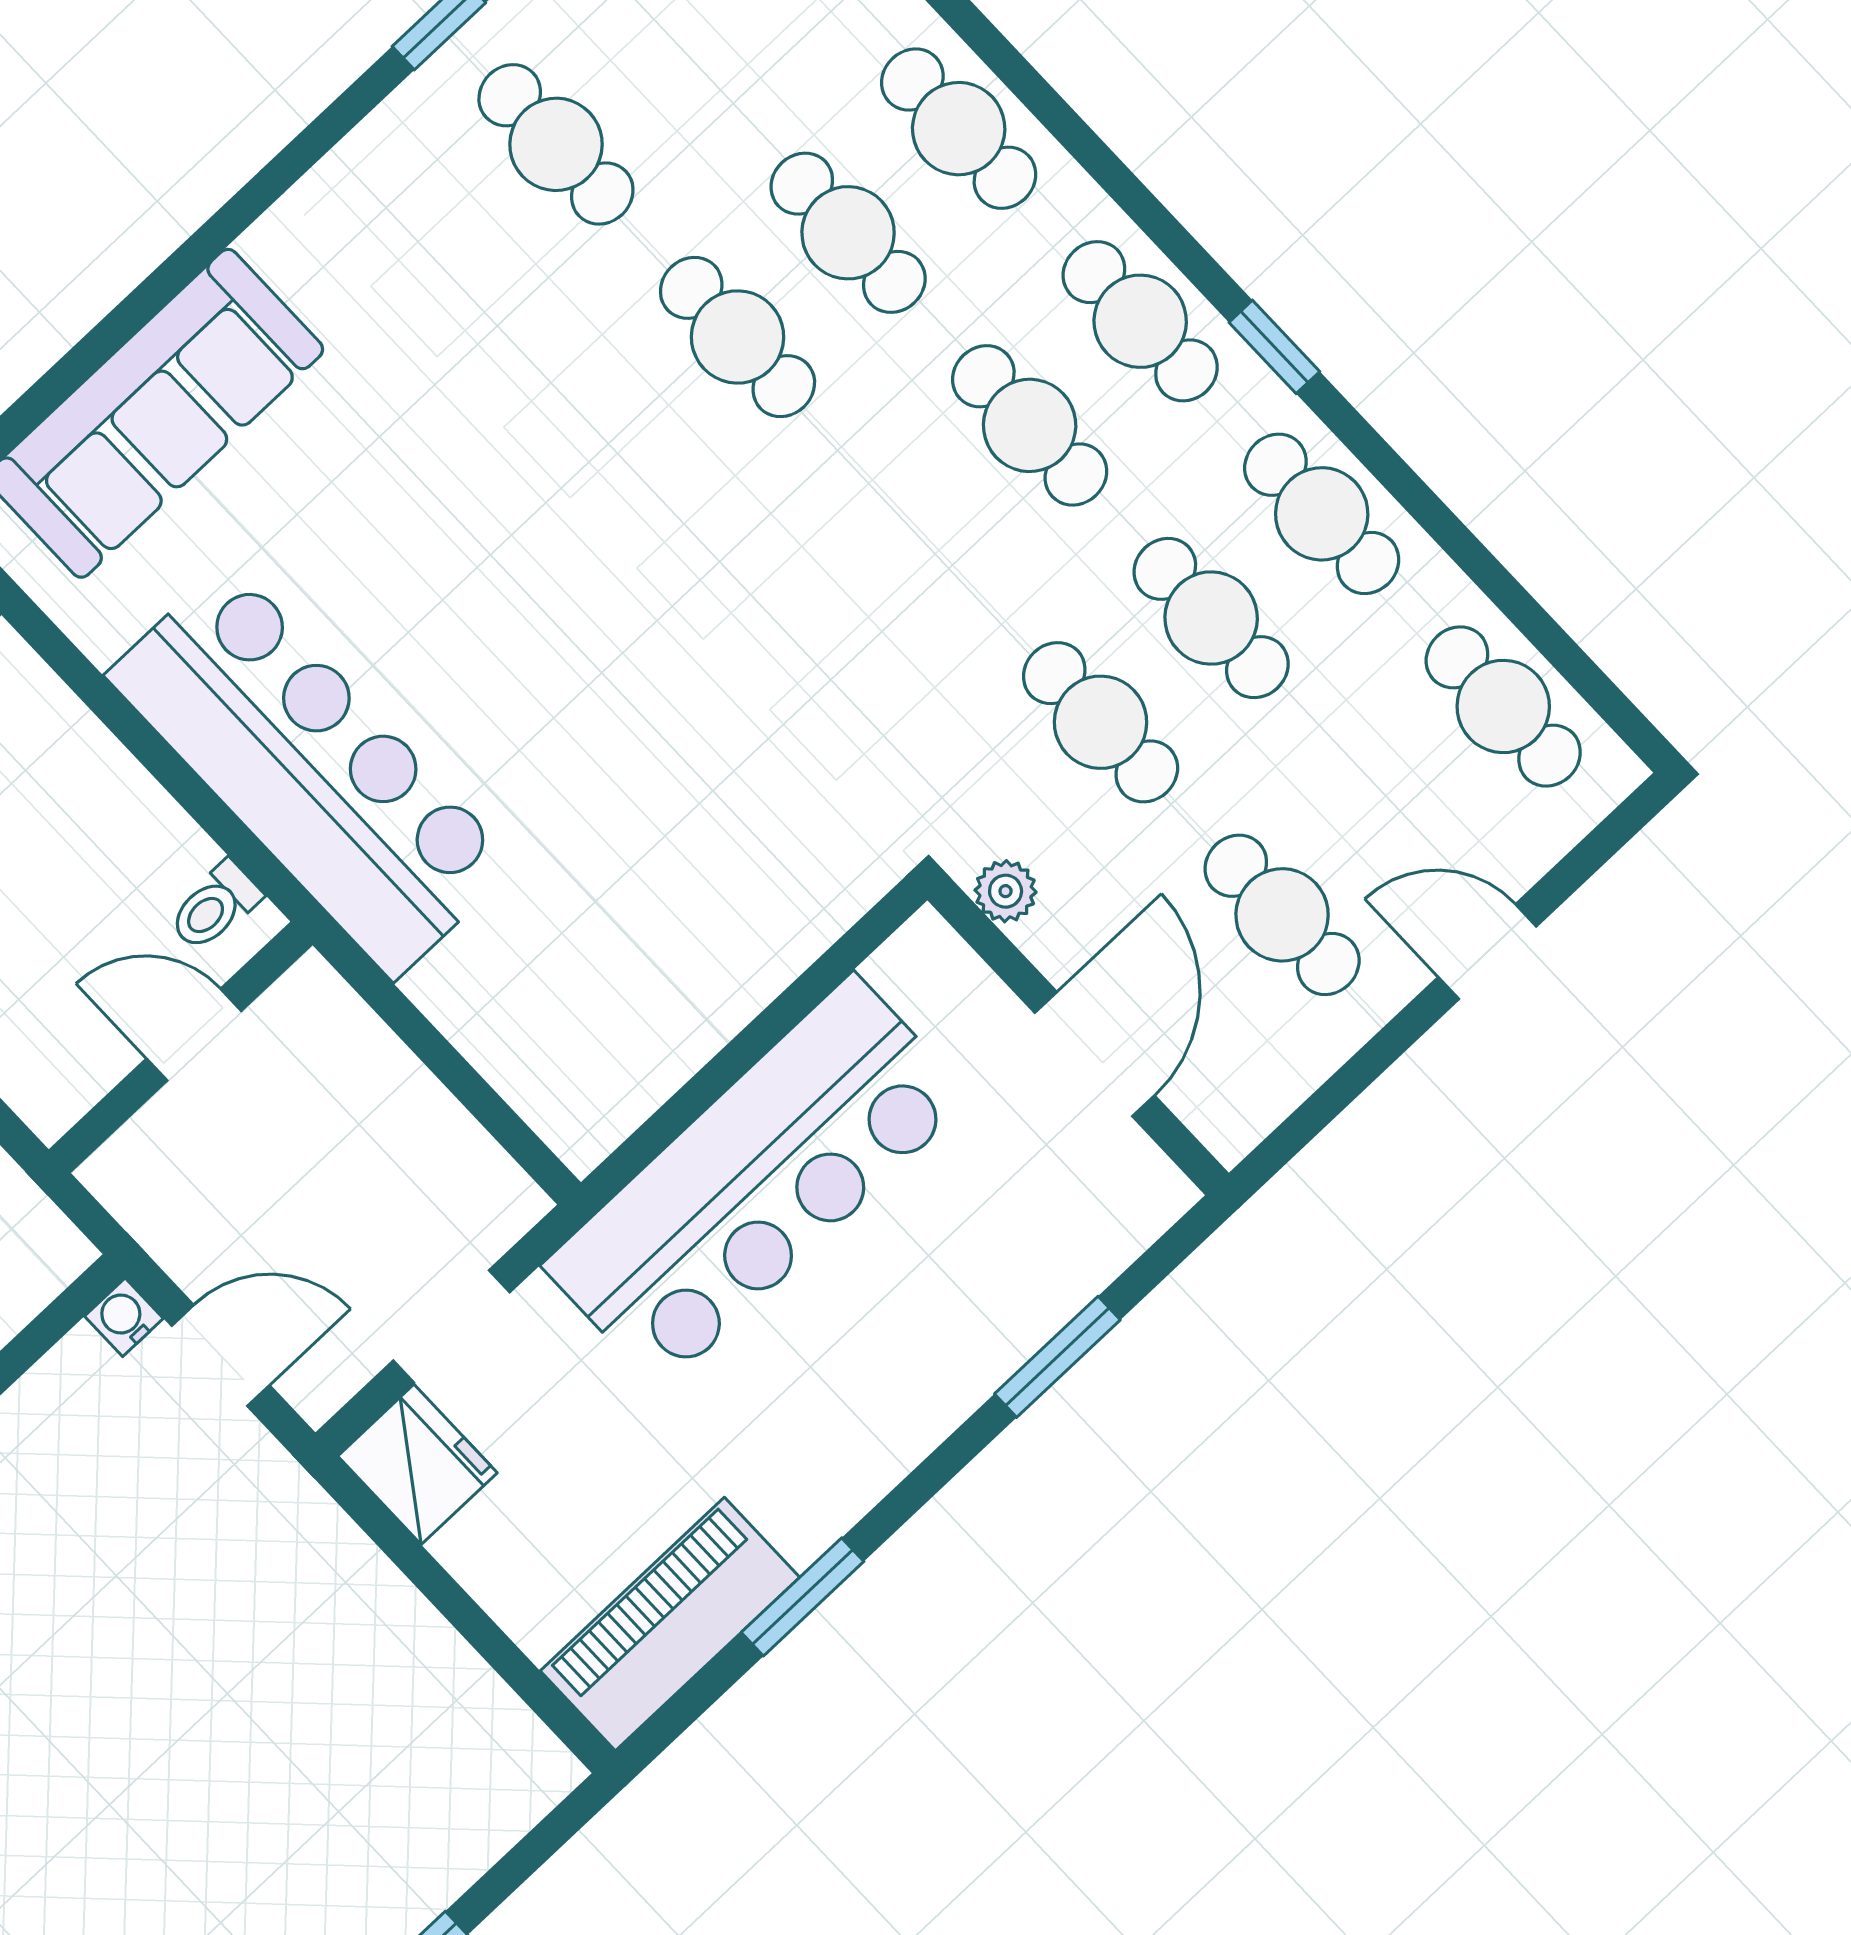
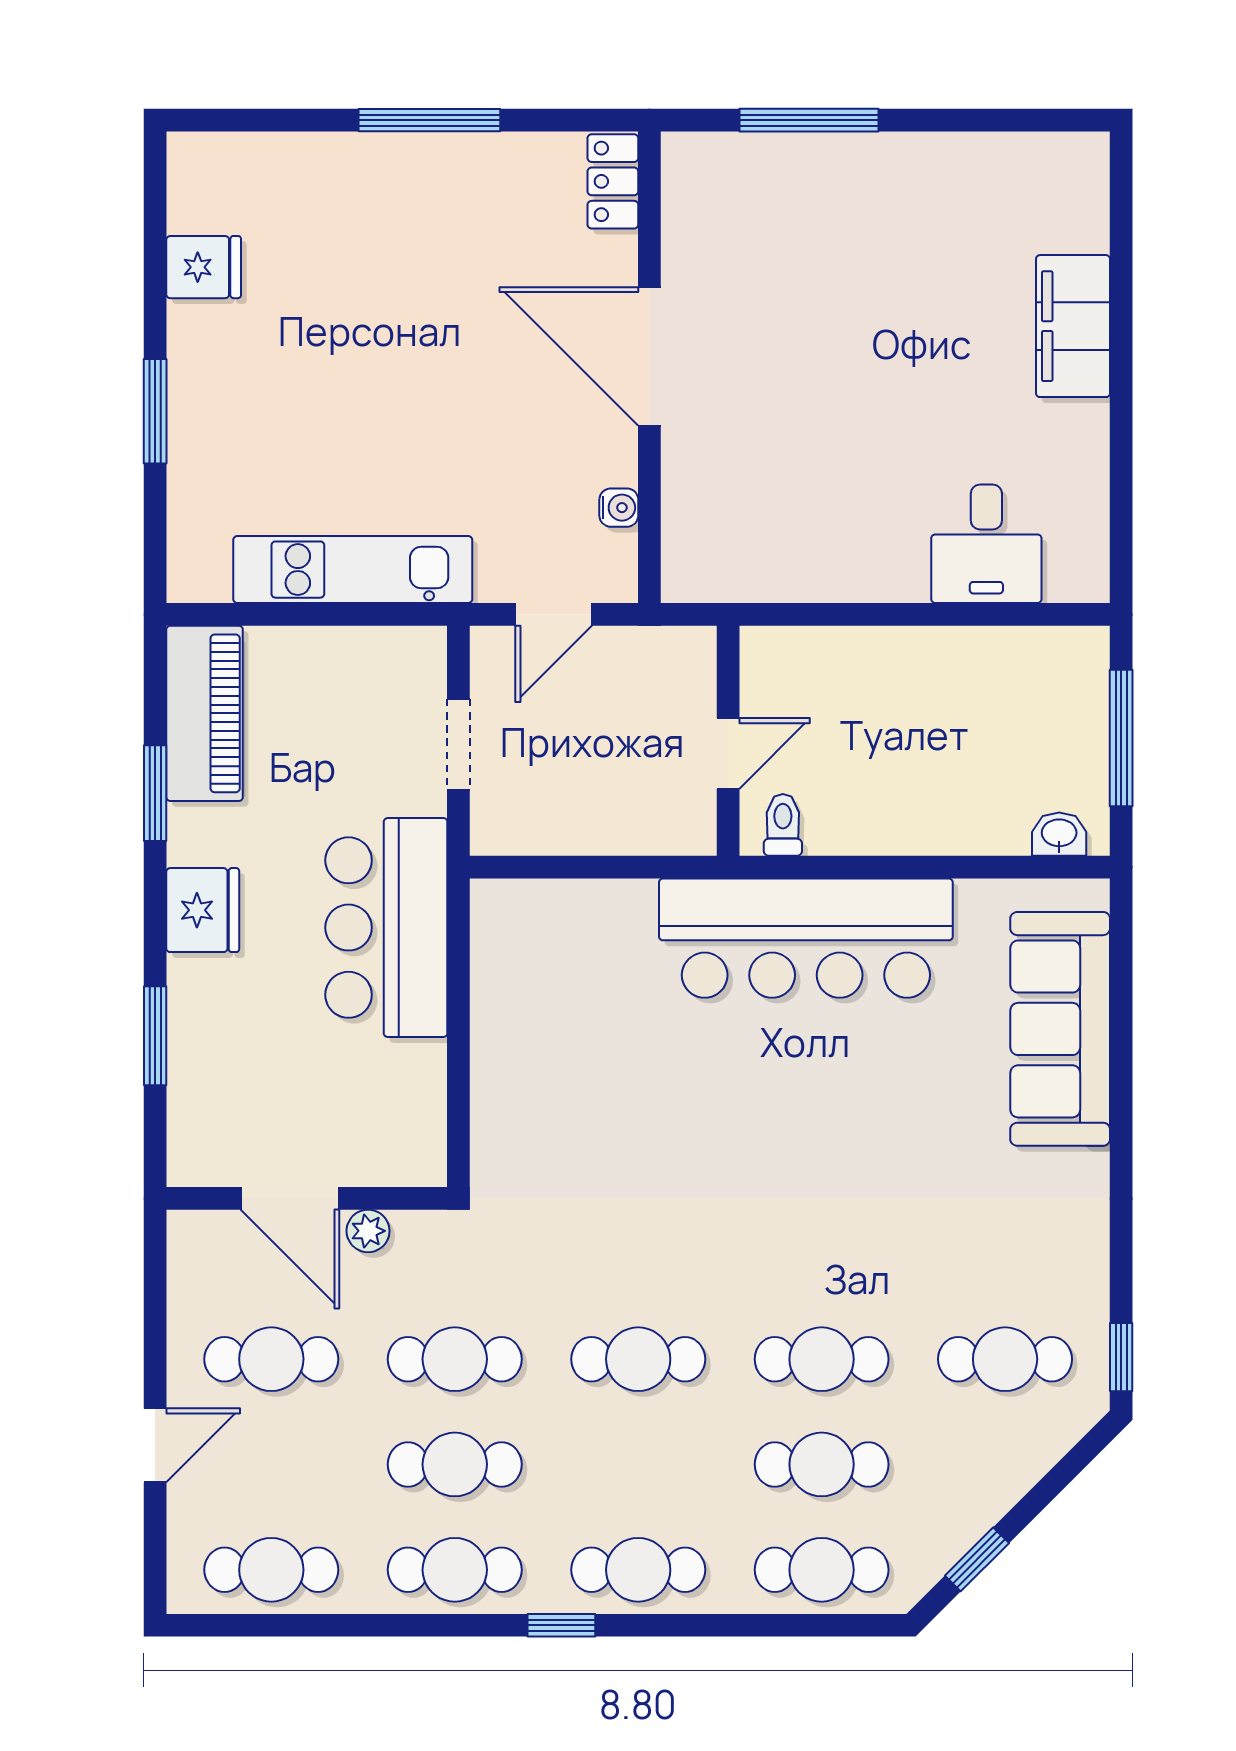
cafe table: (1030, 425) -> (638, 1359), moved
plant: (1006, 891) -> (368, 1231), moved
bar counter: (757, 1182) -> (386, 928), width x0.73
water cooler: (124, 1317) -> (619, 508), moved
fridge: (417, 1464) -> (203, 910), moved, turned -90
kitchen unit: (372, 1611) -> (353, 570), added

